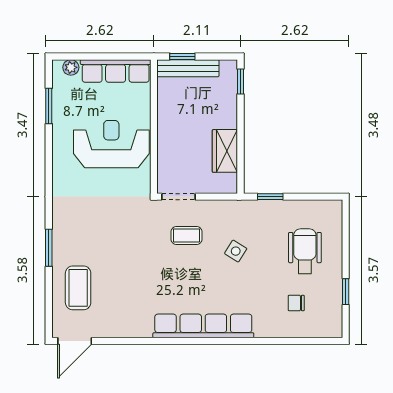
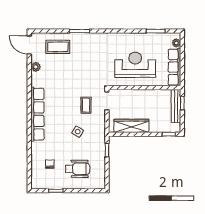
reception desk: (111, 144) -> (135, 65), turned -90
wardrobe: (225, 151) -> (131, 126), width x1.50
plant: (115, 329) -> (36, 67), added

